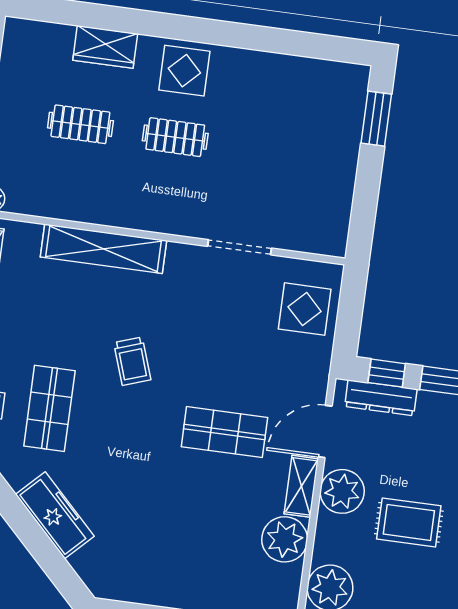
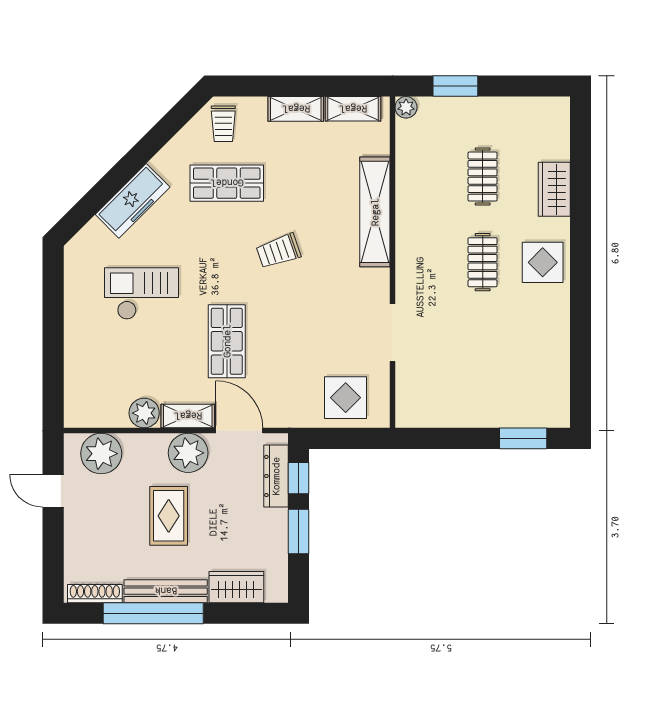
checkout: (159, 519) -> (142, 294), added
plant: (285, 539) -> (144, 413), width x0.73, depth x0.73

